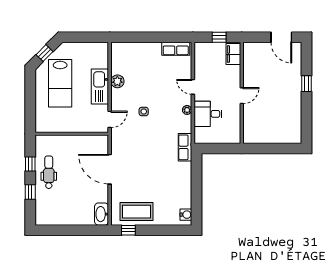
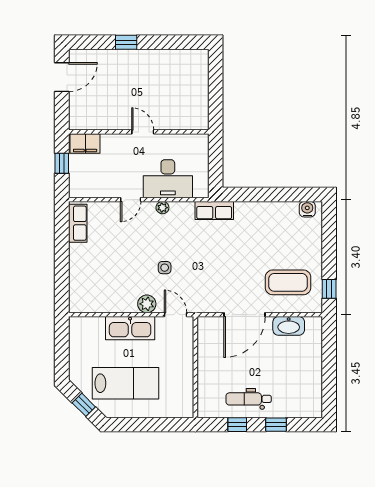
plant: (117, 81) -> (147, 304), moved
desk: (208, 114) -> (168, 179), width x1.37
coffee table: (137, 212) -> (288, 282), moved, turned 90
washbasin: (102, 214) -> (289, 326), moved

